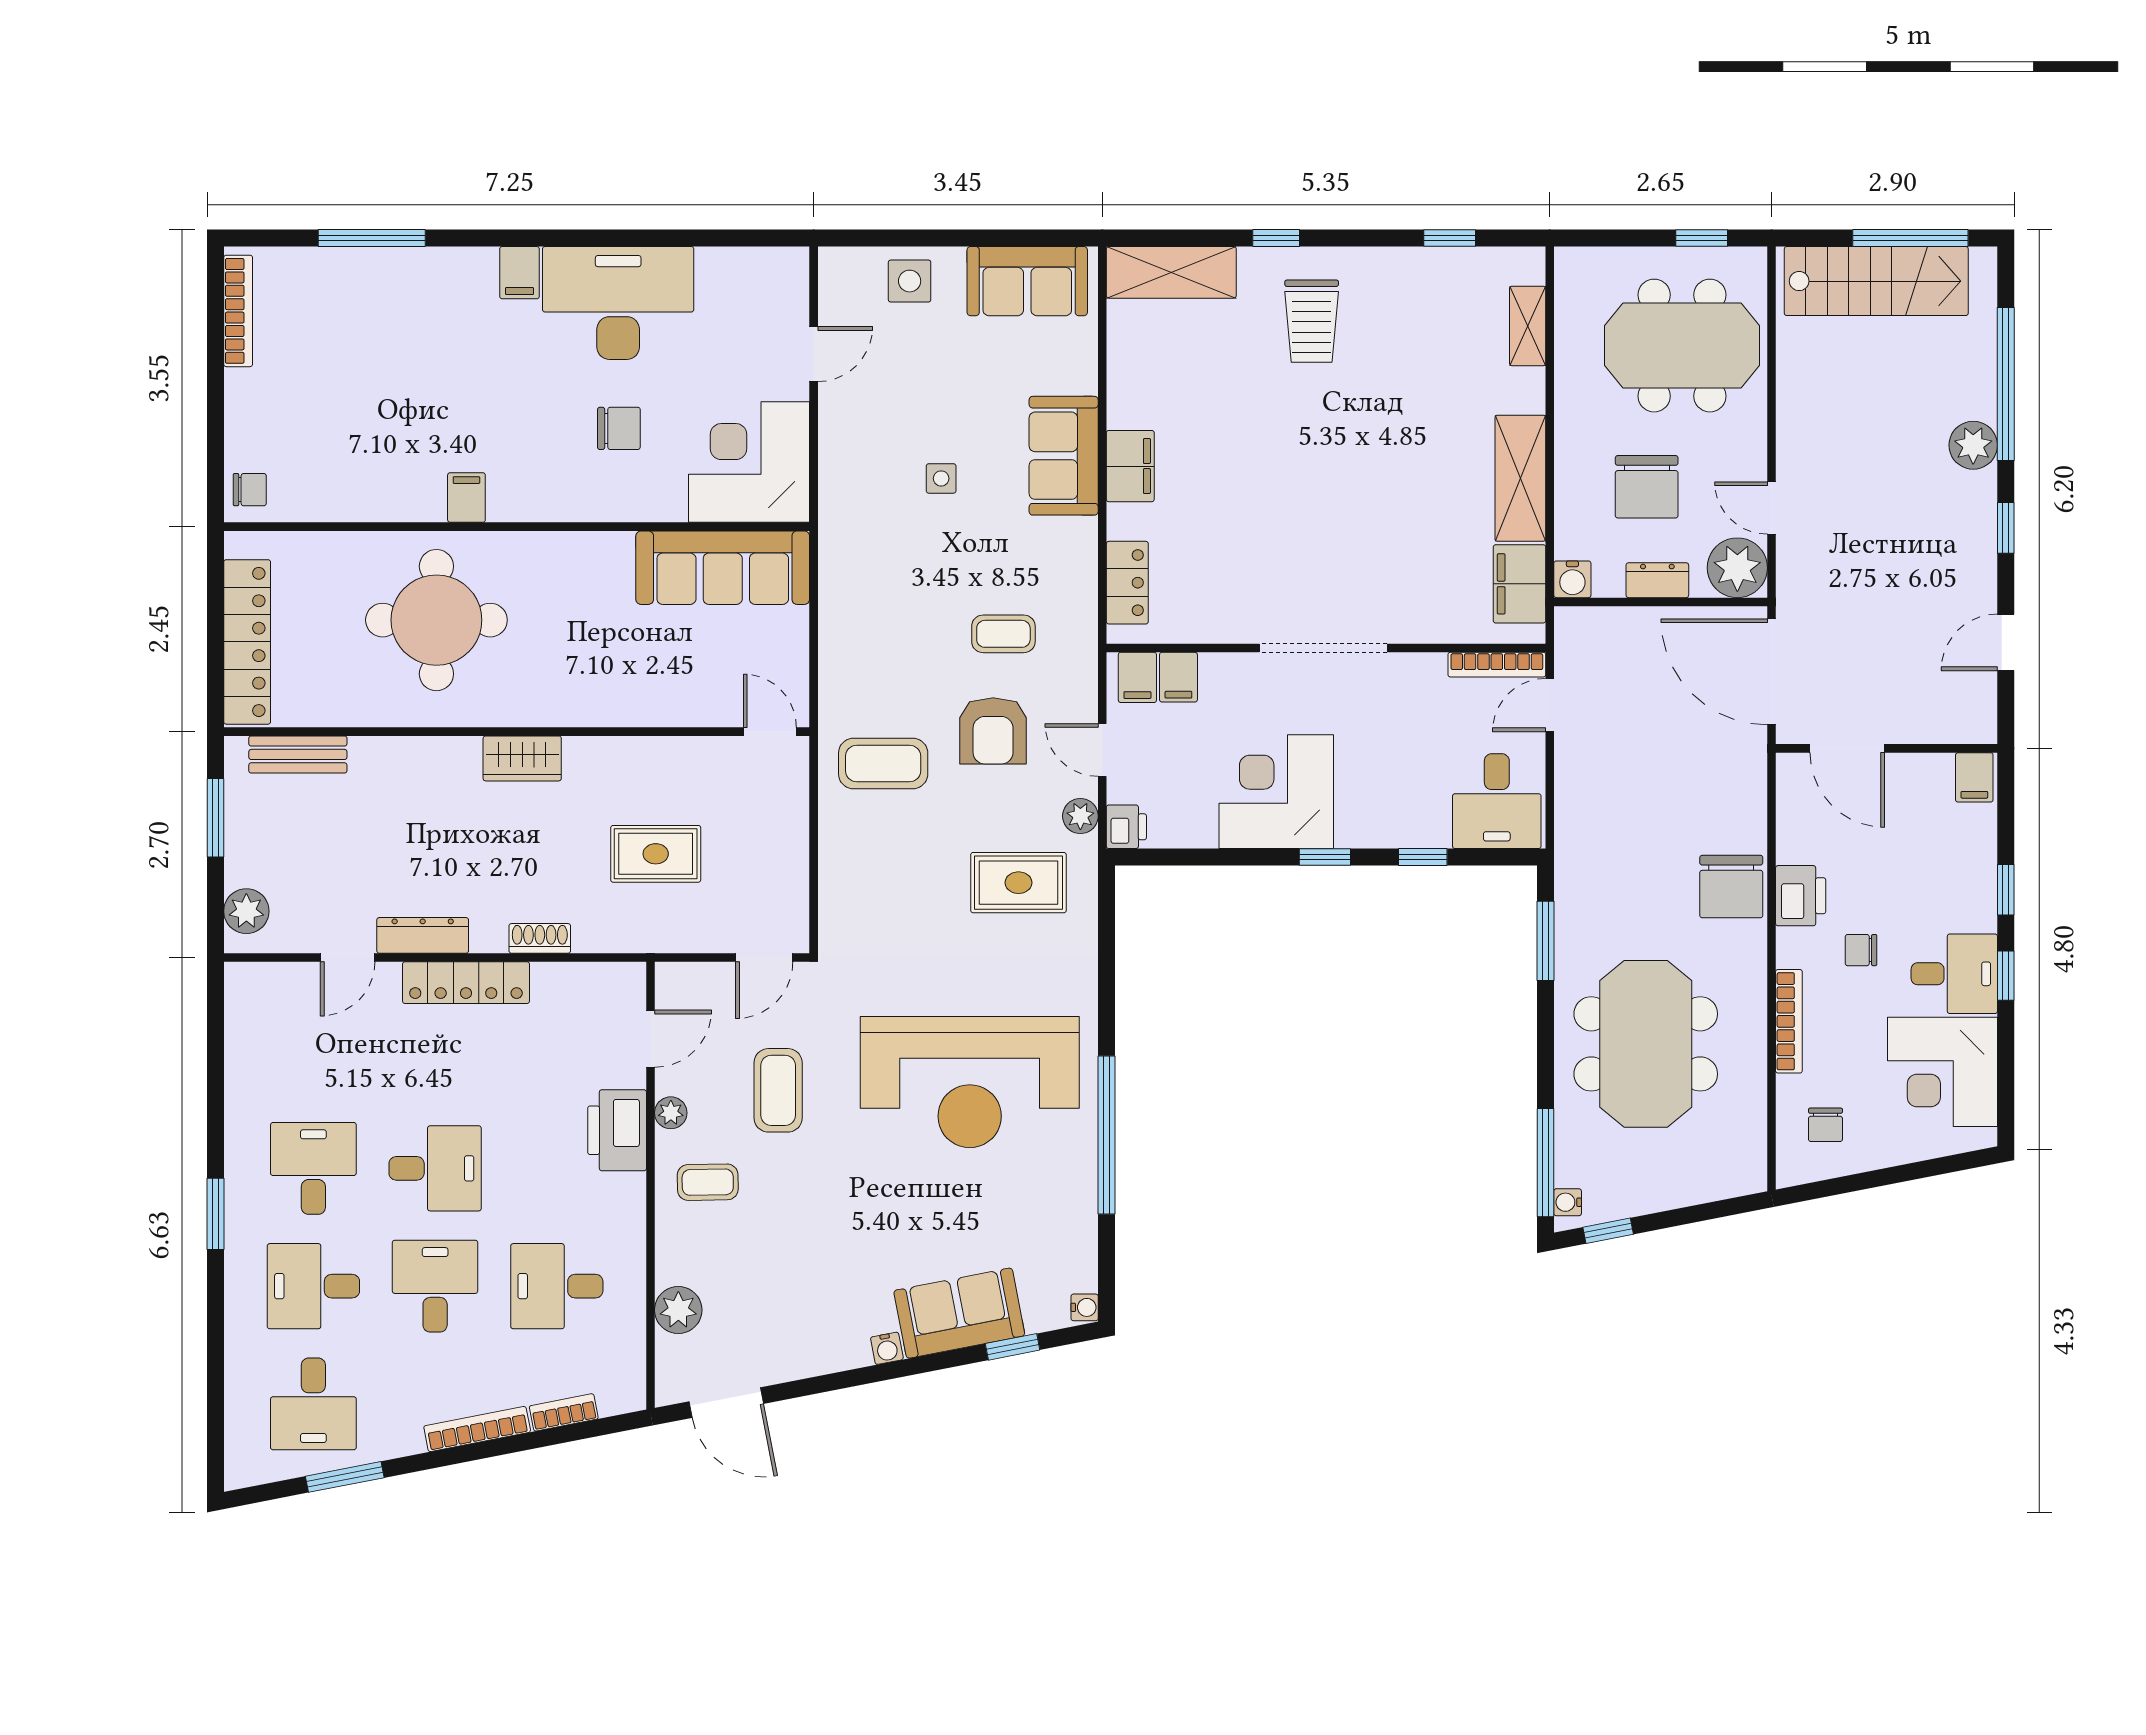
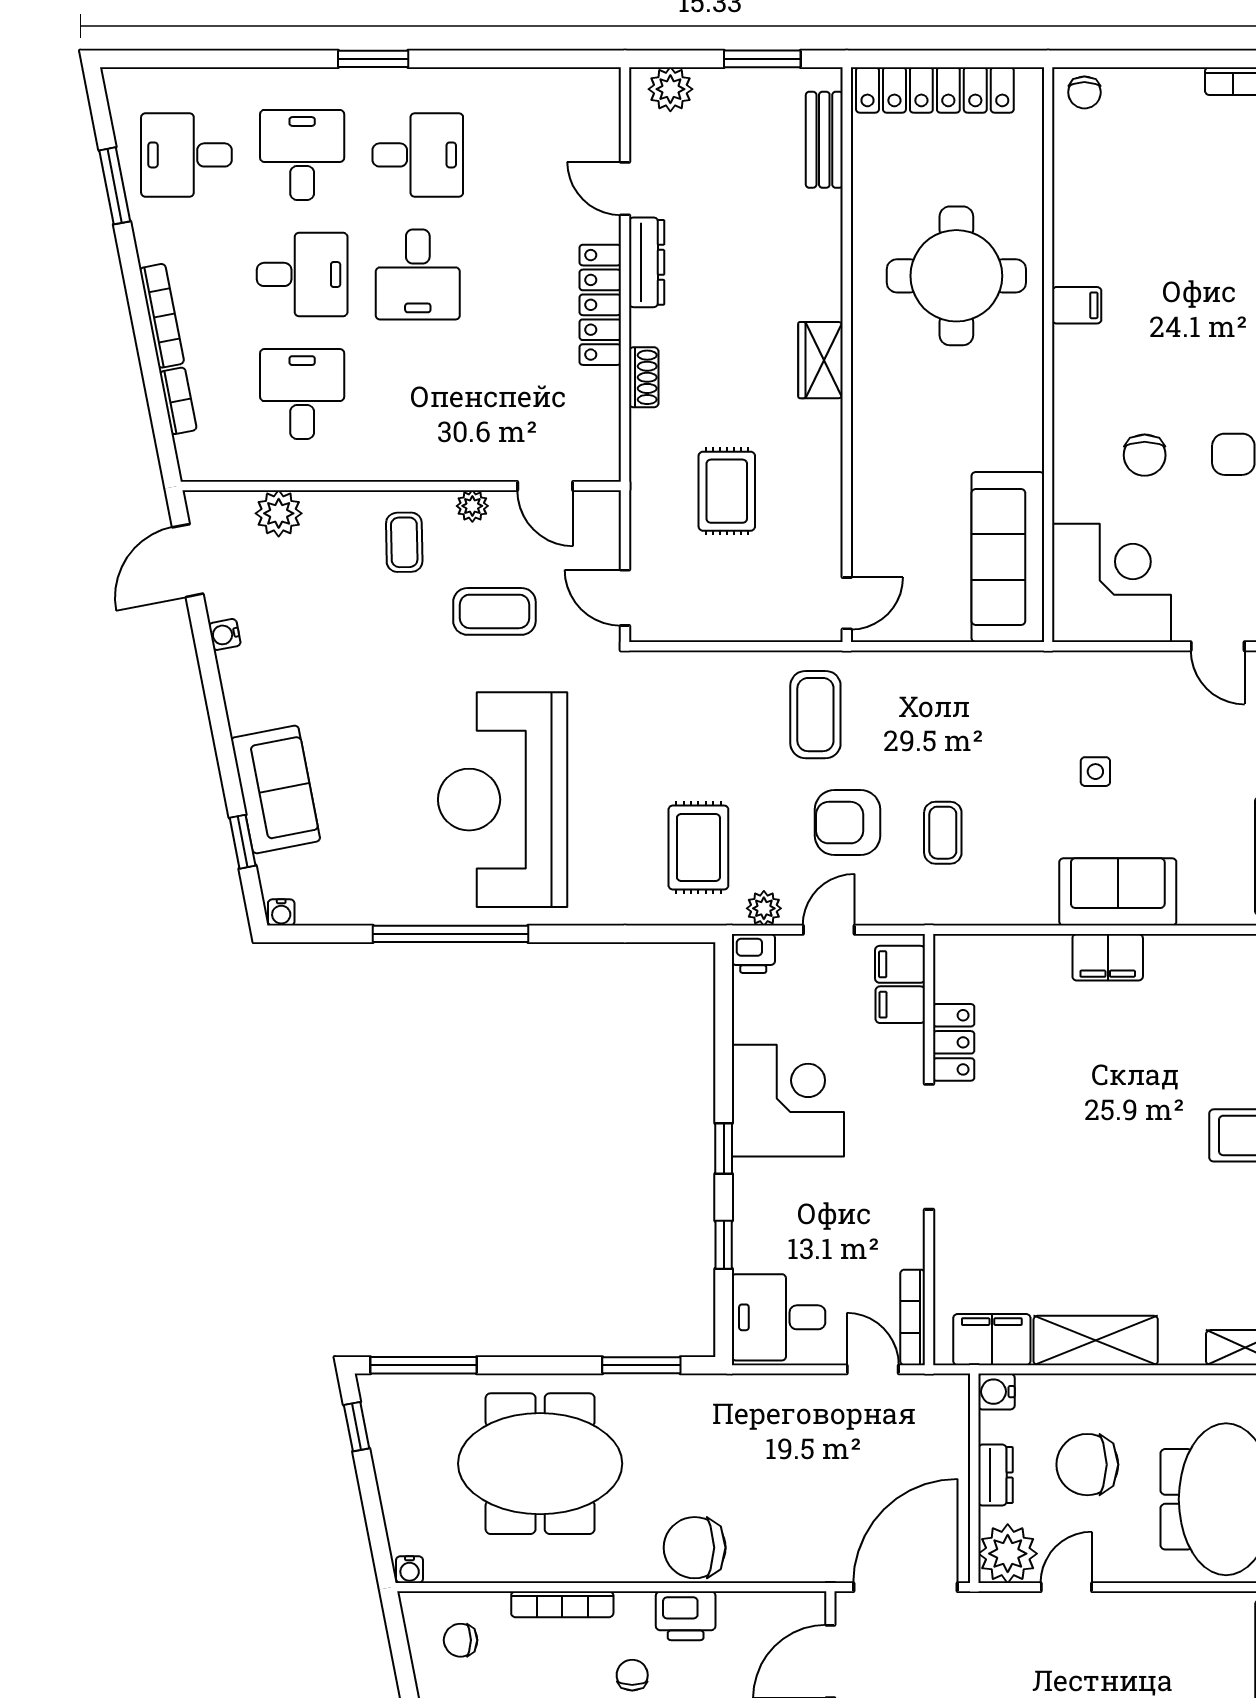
locker: (1127, 583) -> (954, 1042), moved, turned -90
printer: (617, 1130) -> (455, 453), removed
water cooler: (1568, 1202) -> (410, 1570), moved, turned 180
water cooler: (887, 1348) -> (225, 634), moved

